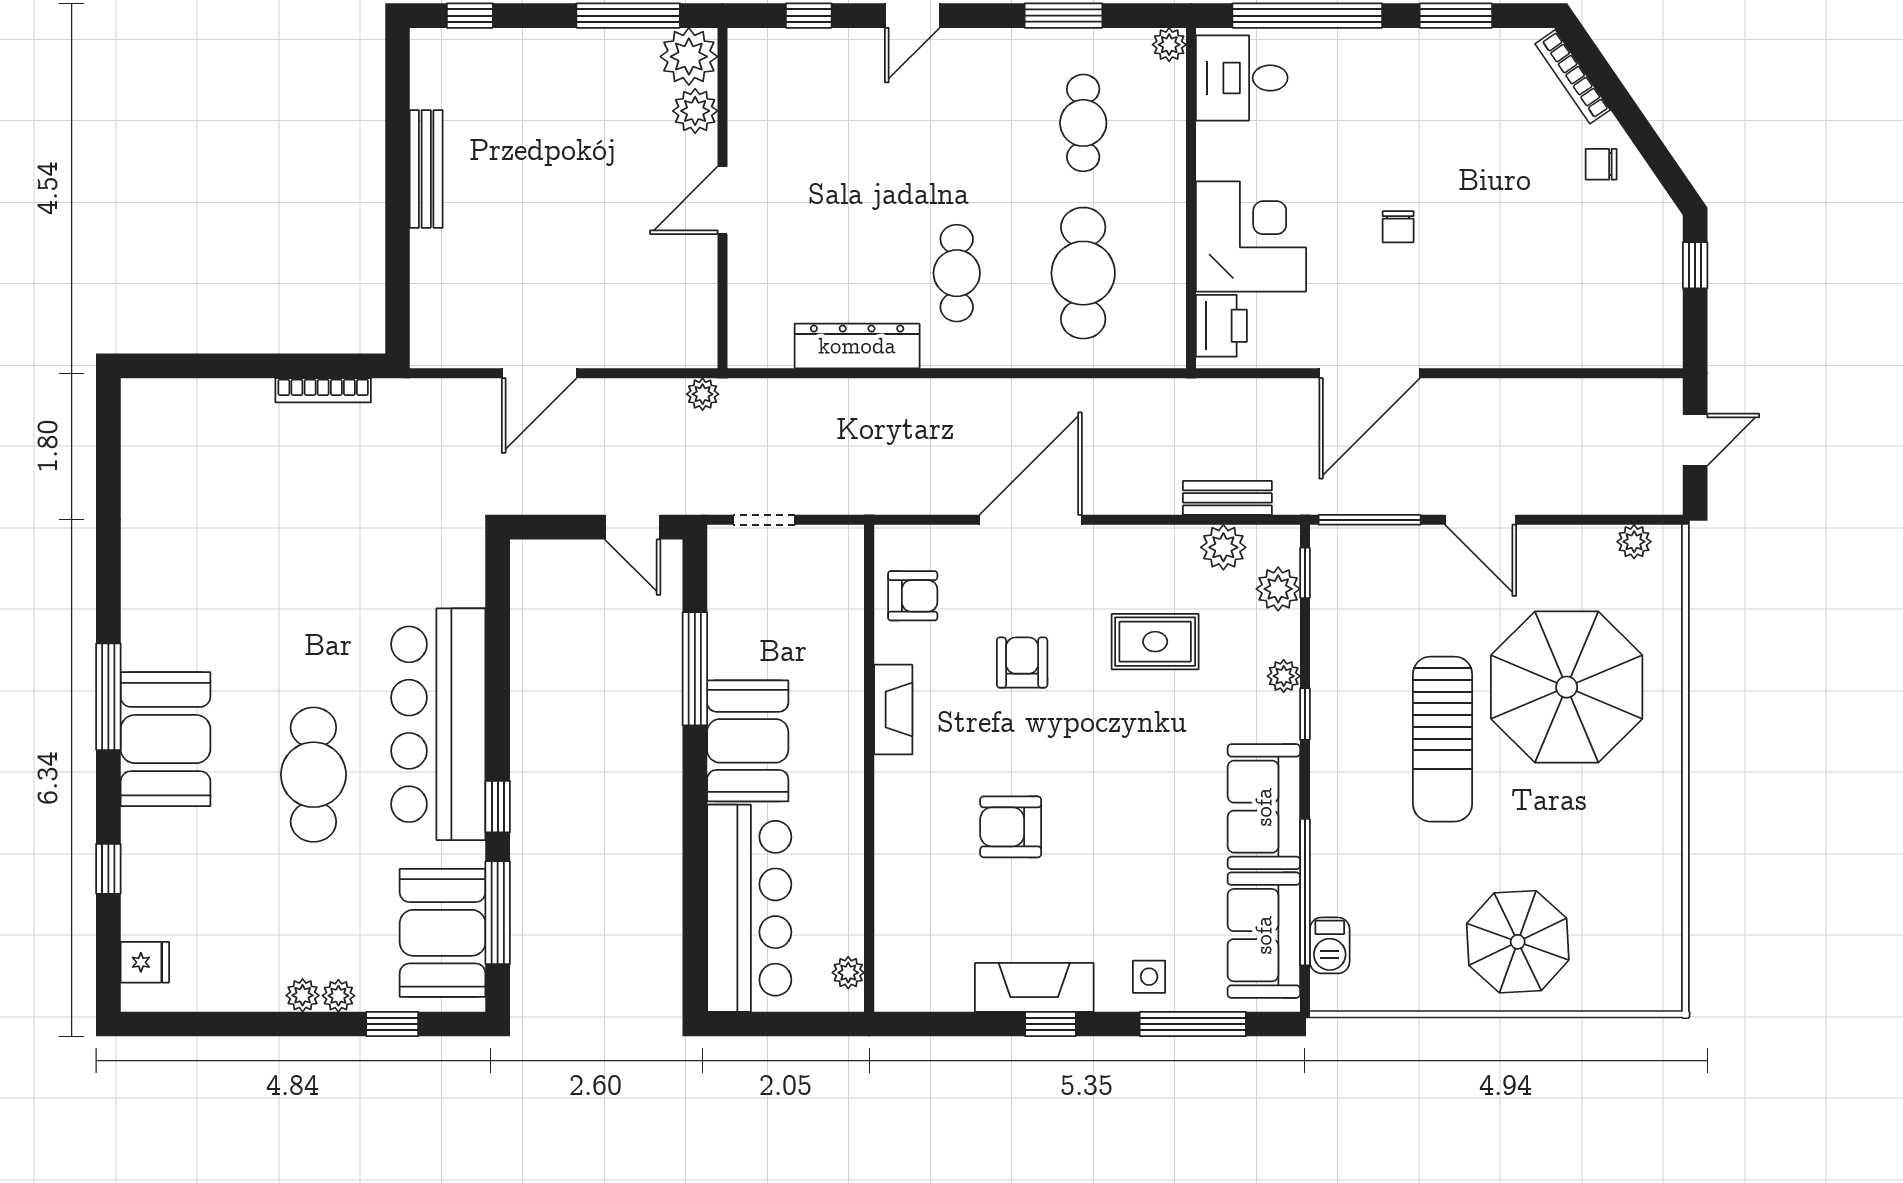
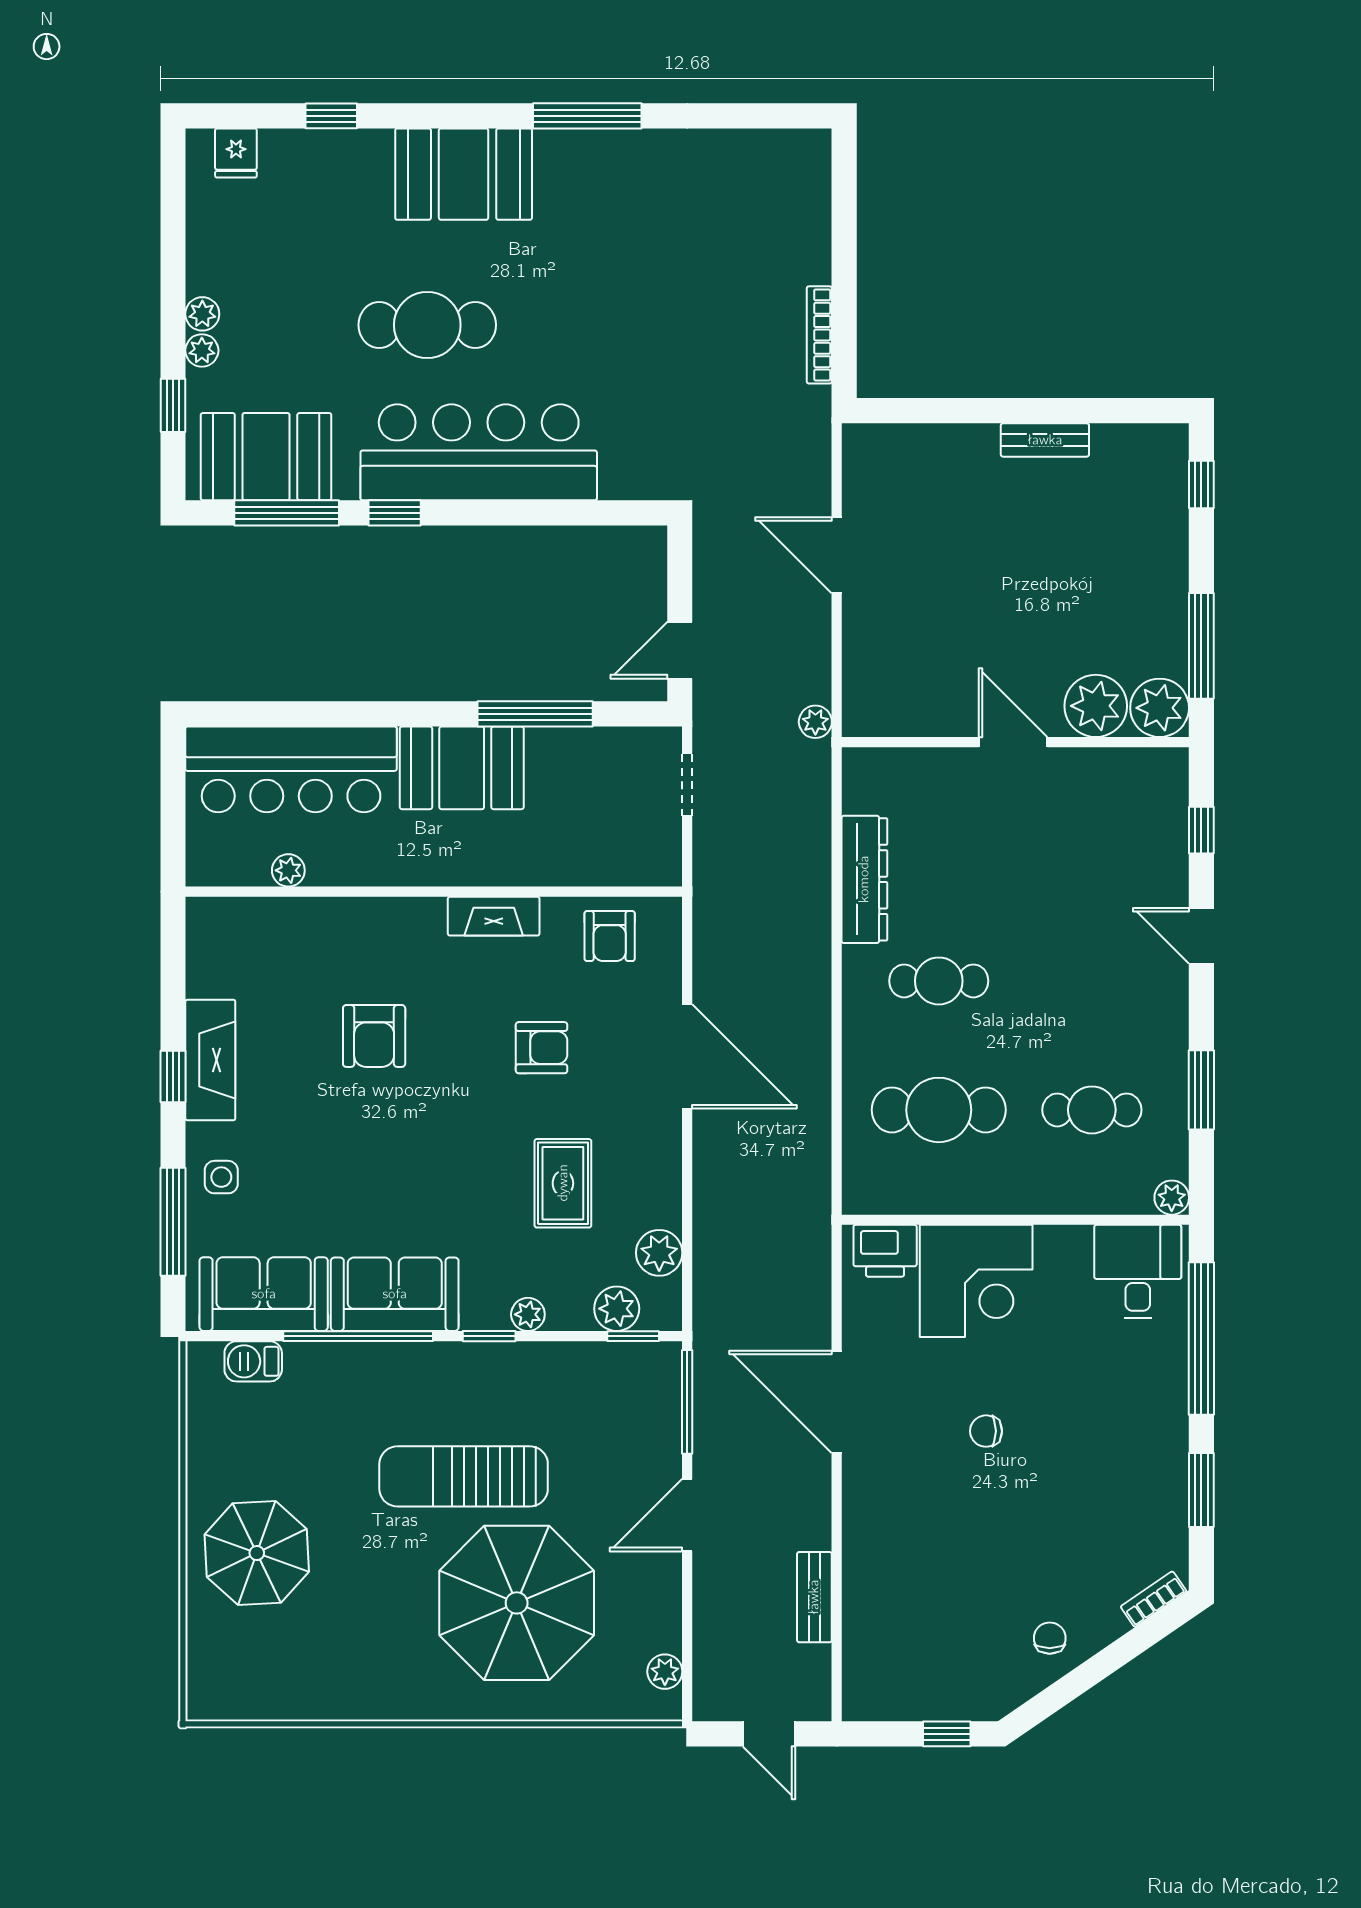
bookcase: (1573, 77) -> (1154, 1599), width x0.64
plant: (695, 111) -> (1096, 706), width x1.36, depth x1.36
bench: (426, 169) -> (1045, 440), width x0.73
bench: (1227, 498) -> (814, 1597), moved
window: (108, 697) -> (587, 116), moved
armchair: (1011, 827) -> (374, 1036), turned 180
window: (1305, 892) -> (358, 1336), moved
plant: (848, 973) -> (288, 870), moved

